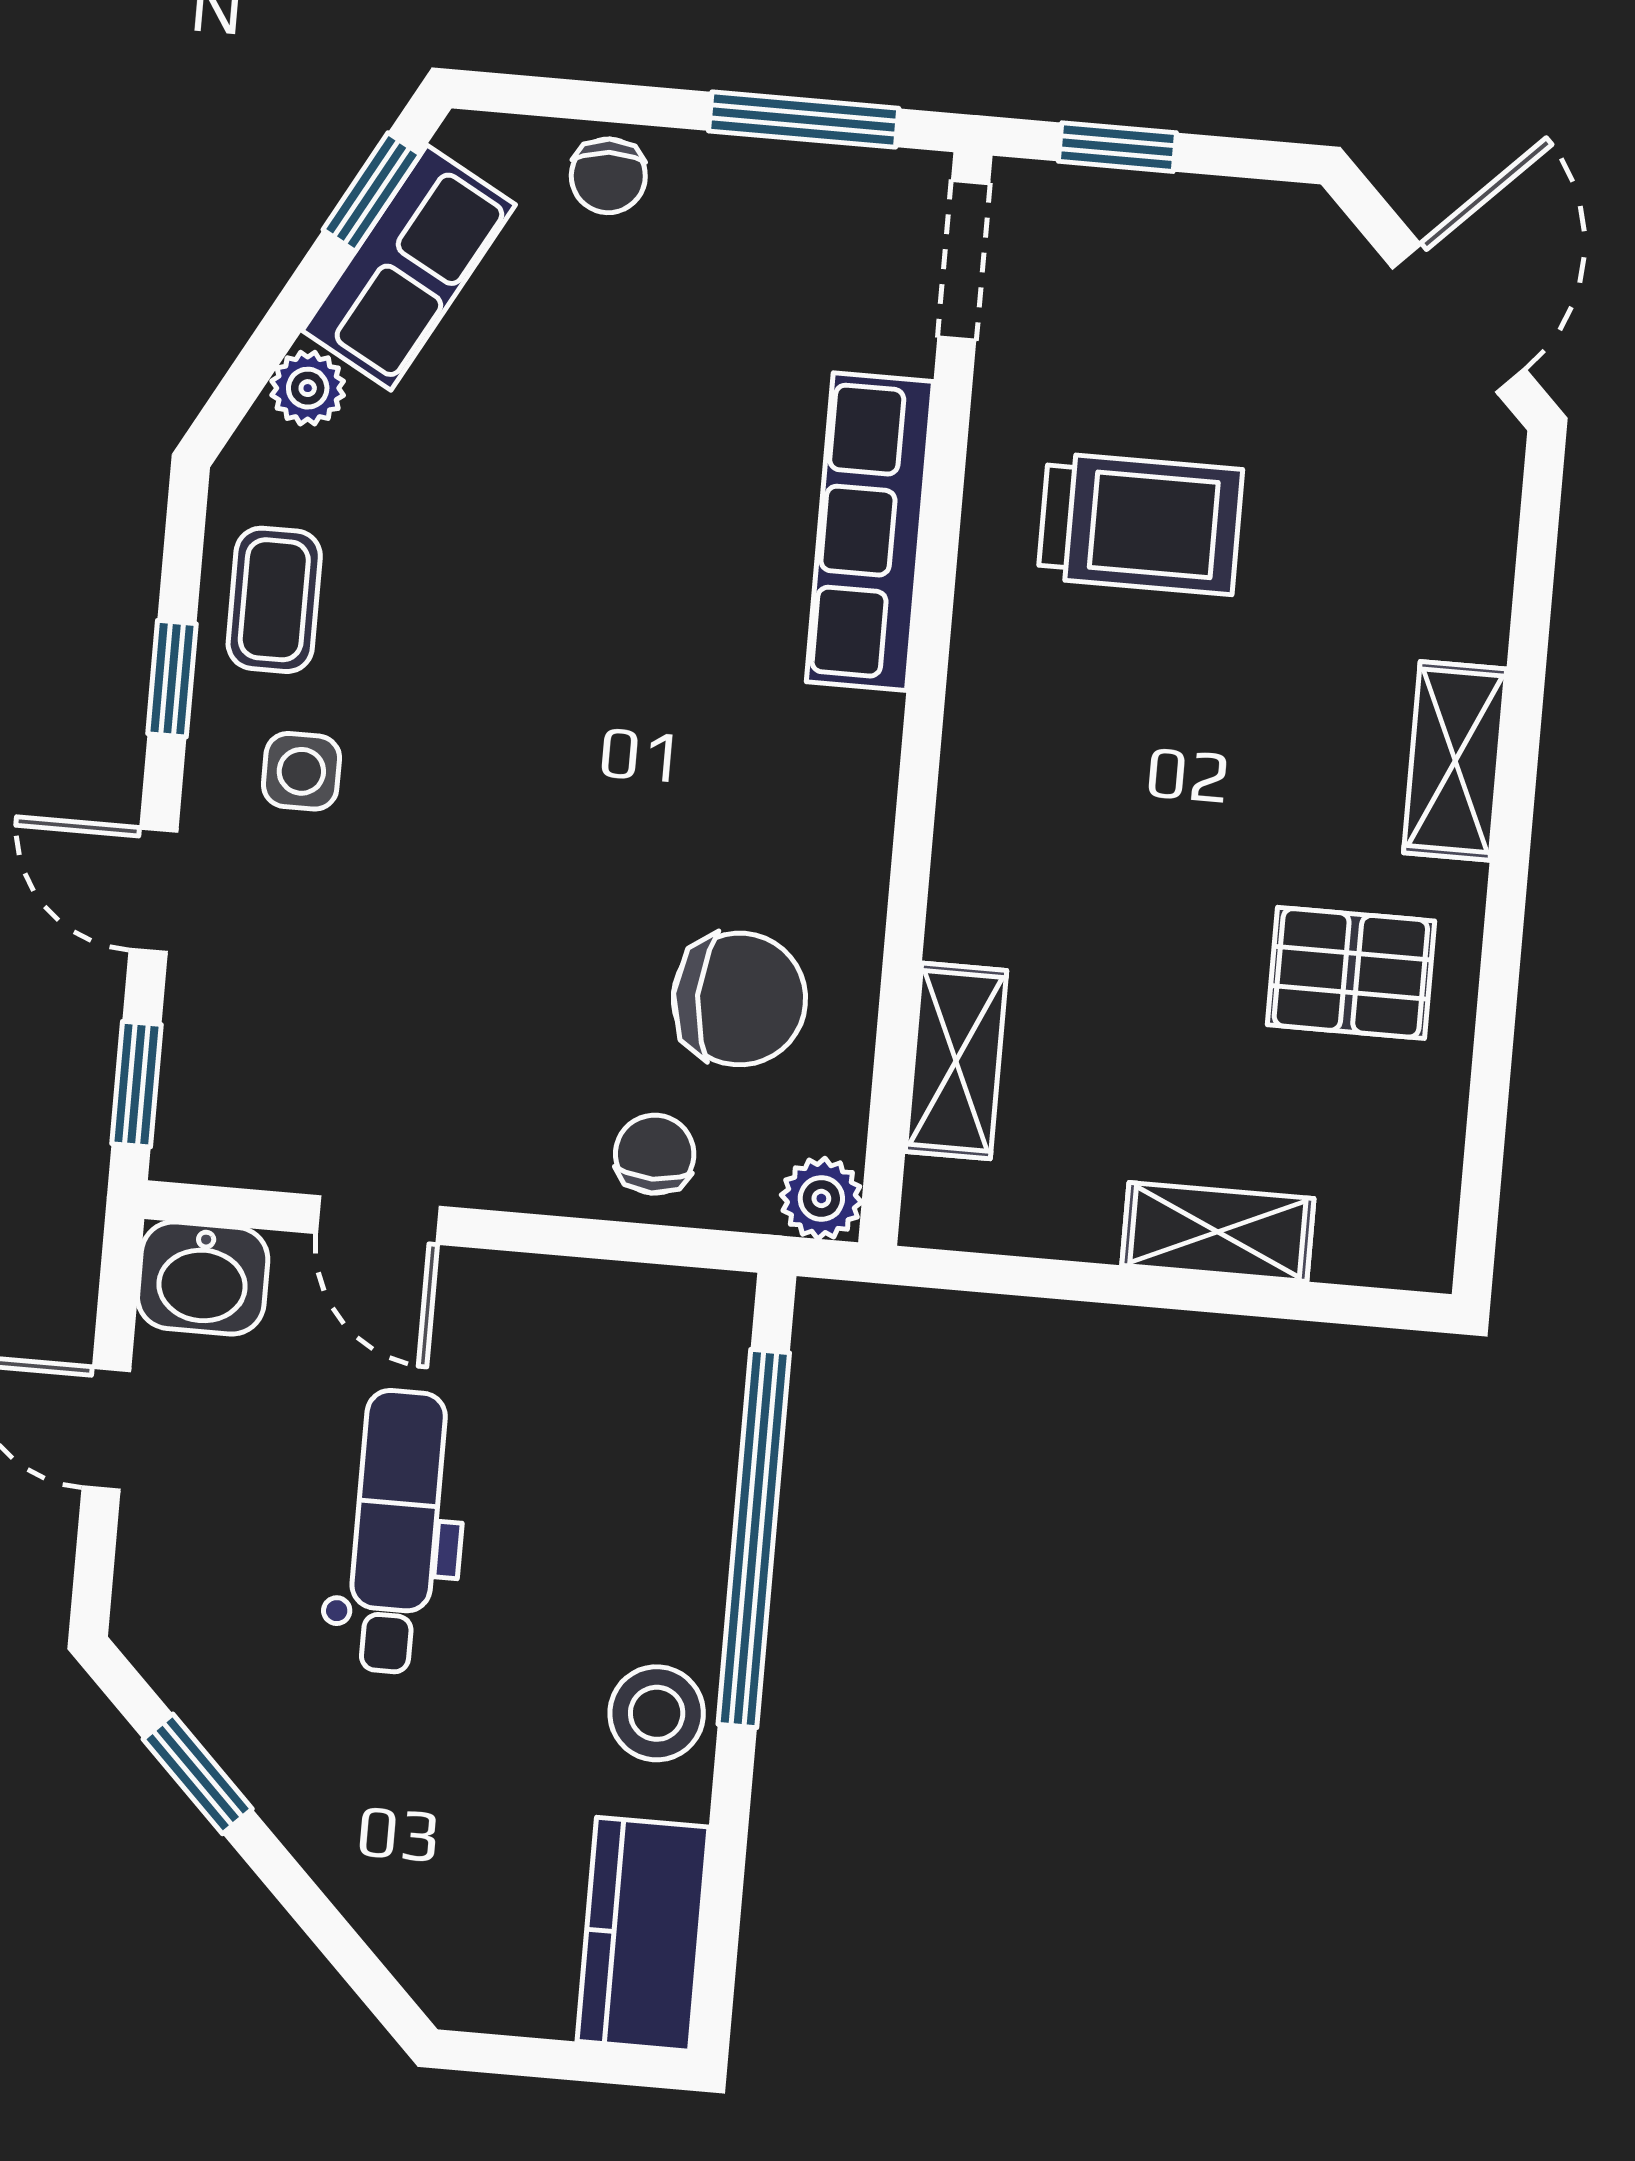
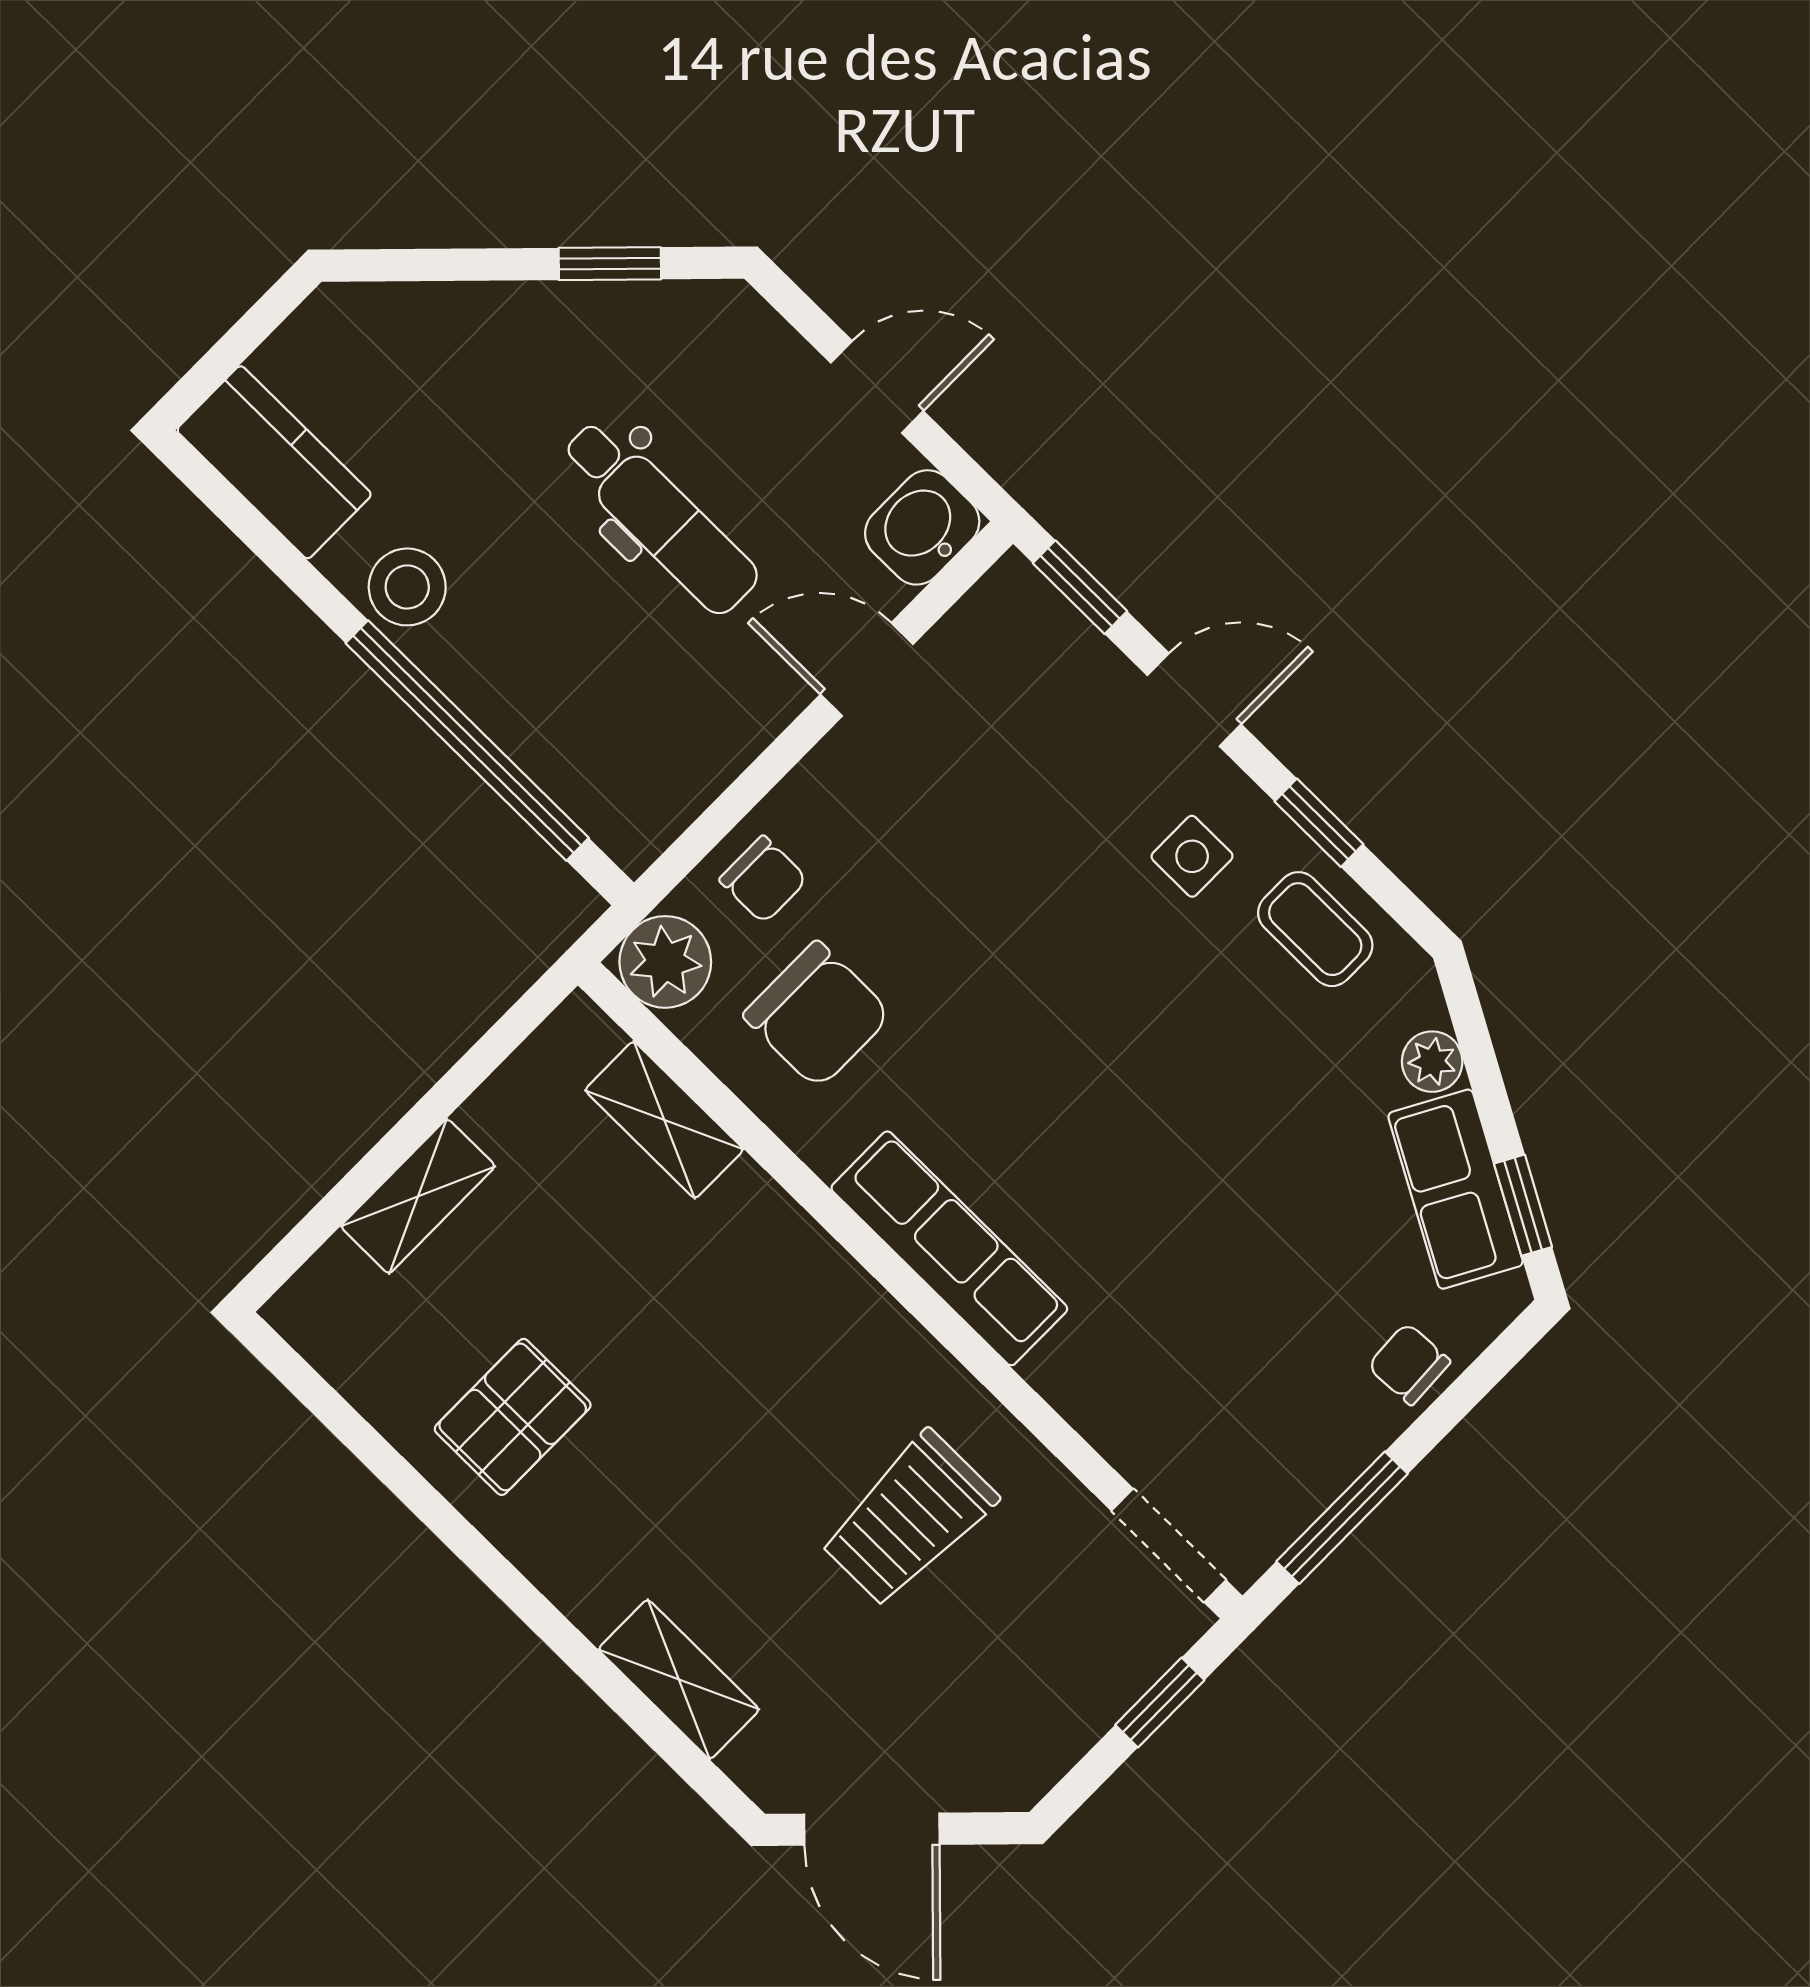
row of seats: (870, 532) -> (949, 1248), moved
shelving: (1455, 761) -> (679, 1679), moved
chair: (739, 999) -> (817, 1015), turned -90
plant: (821, 1198) -> (665, 962), width x1.38, depth x1.38

